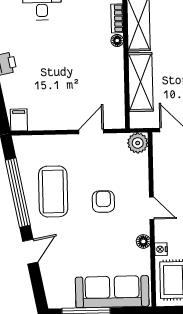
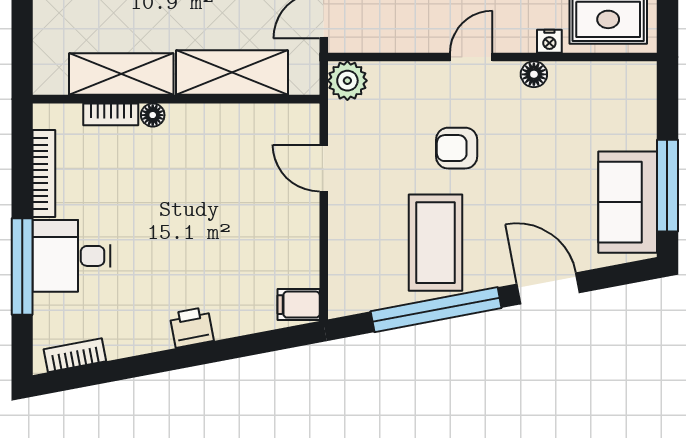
coffee table: (53, 191) -> (435, 243), turned 90
door: (30, 252) -> (548, 288), width x1.38
sofa: (112, 292) -> (628, 202), moved, width x0.73

